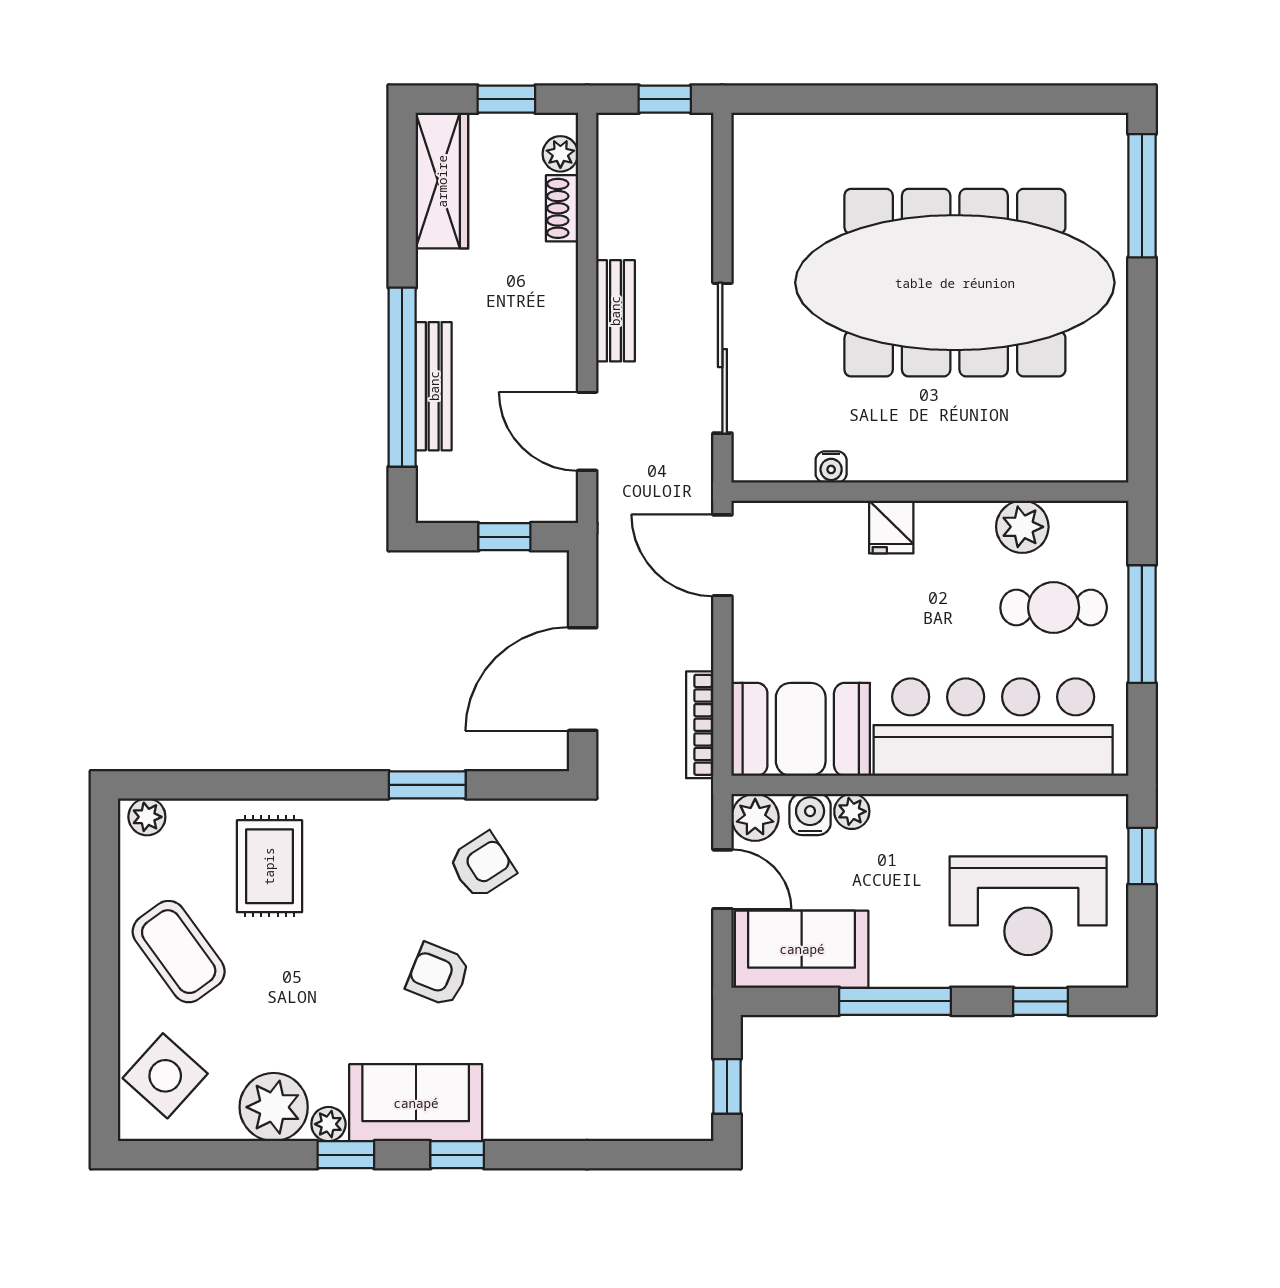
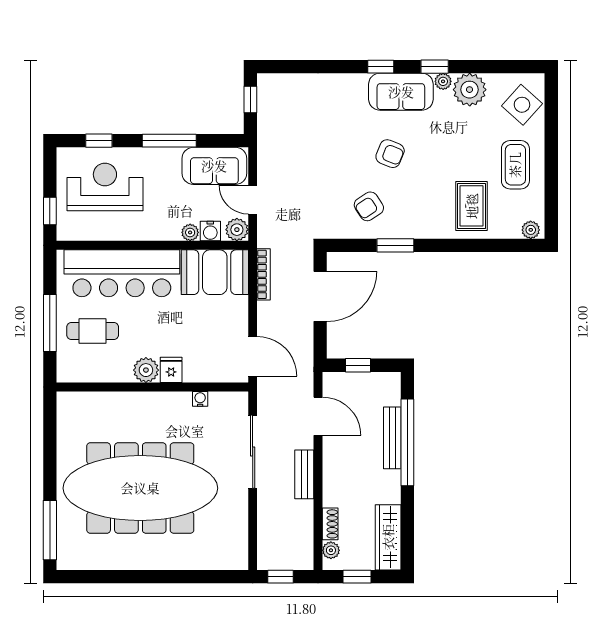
plant: (1022, 527) -> (146, 370), moved
coffee table: (179, 952) -> (515, 165), turned 36

